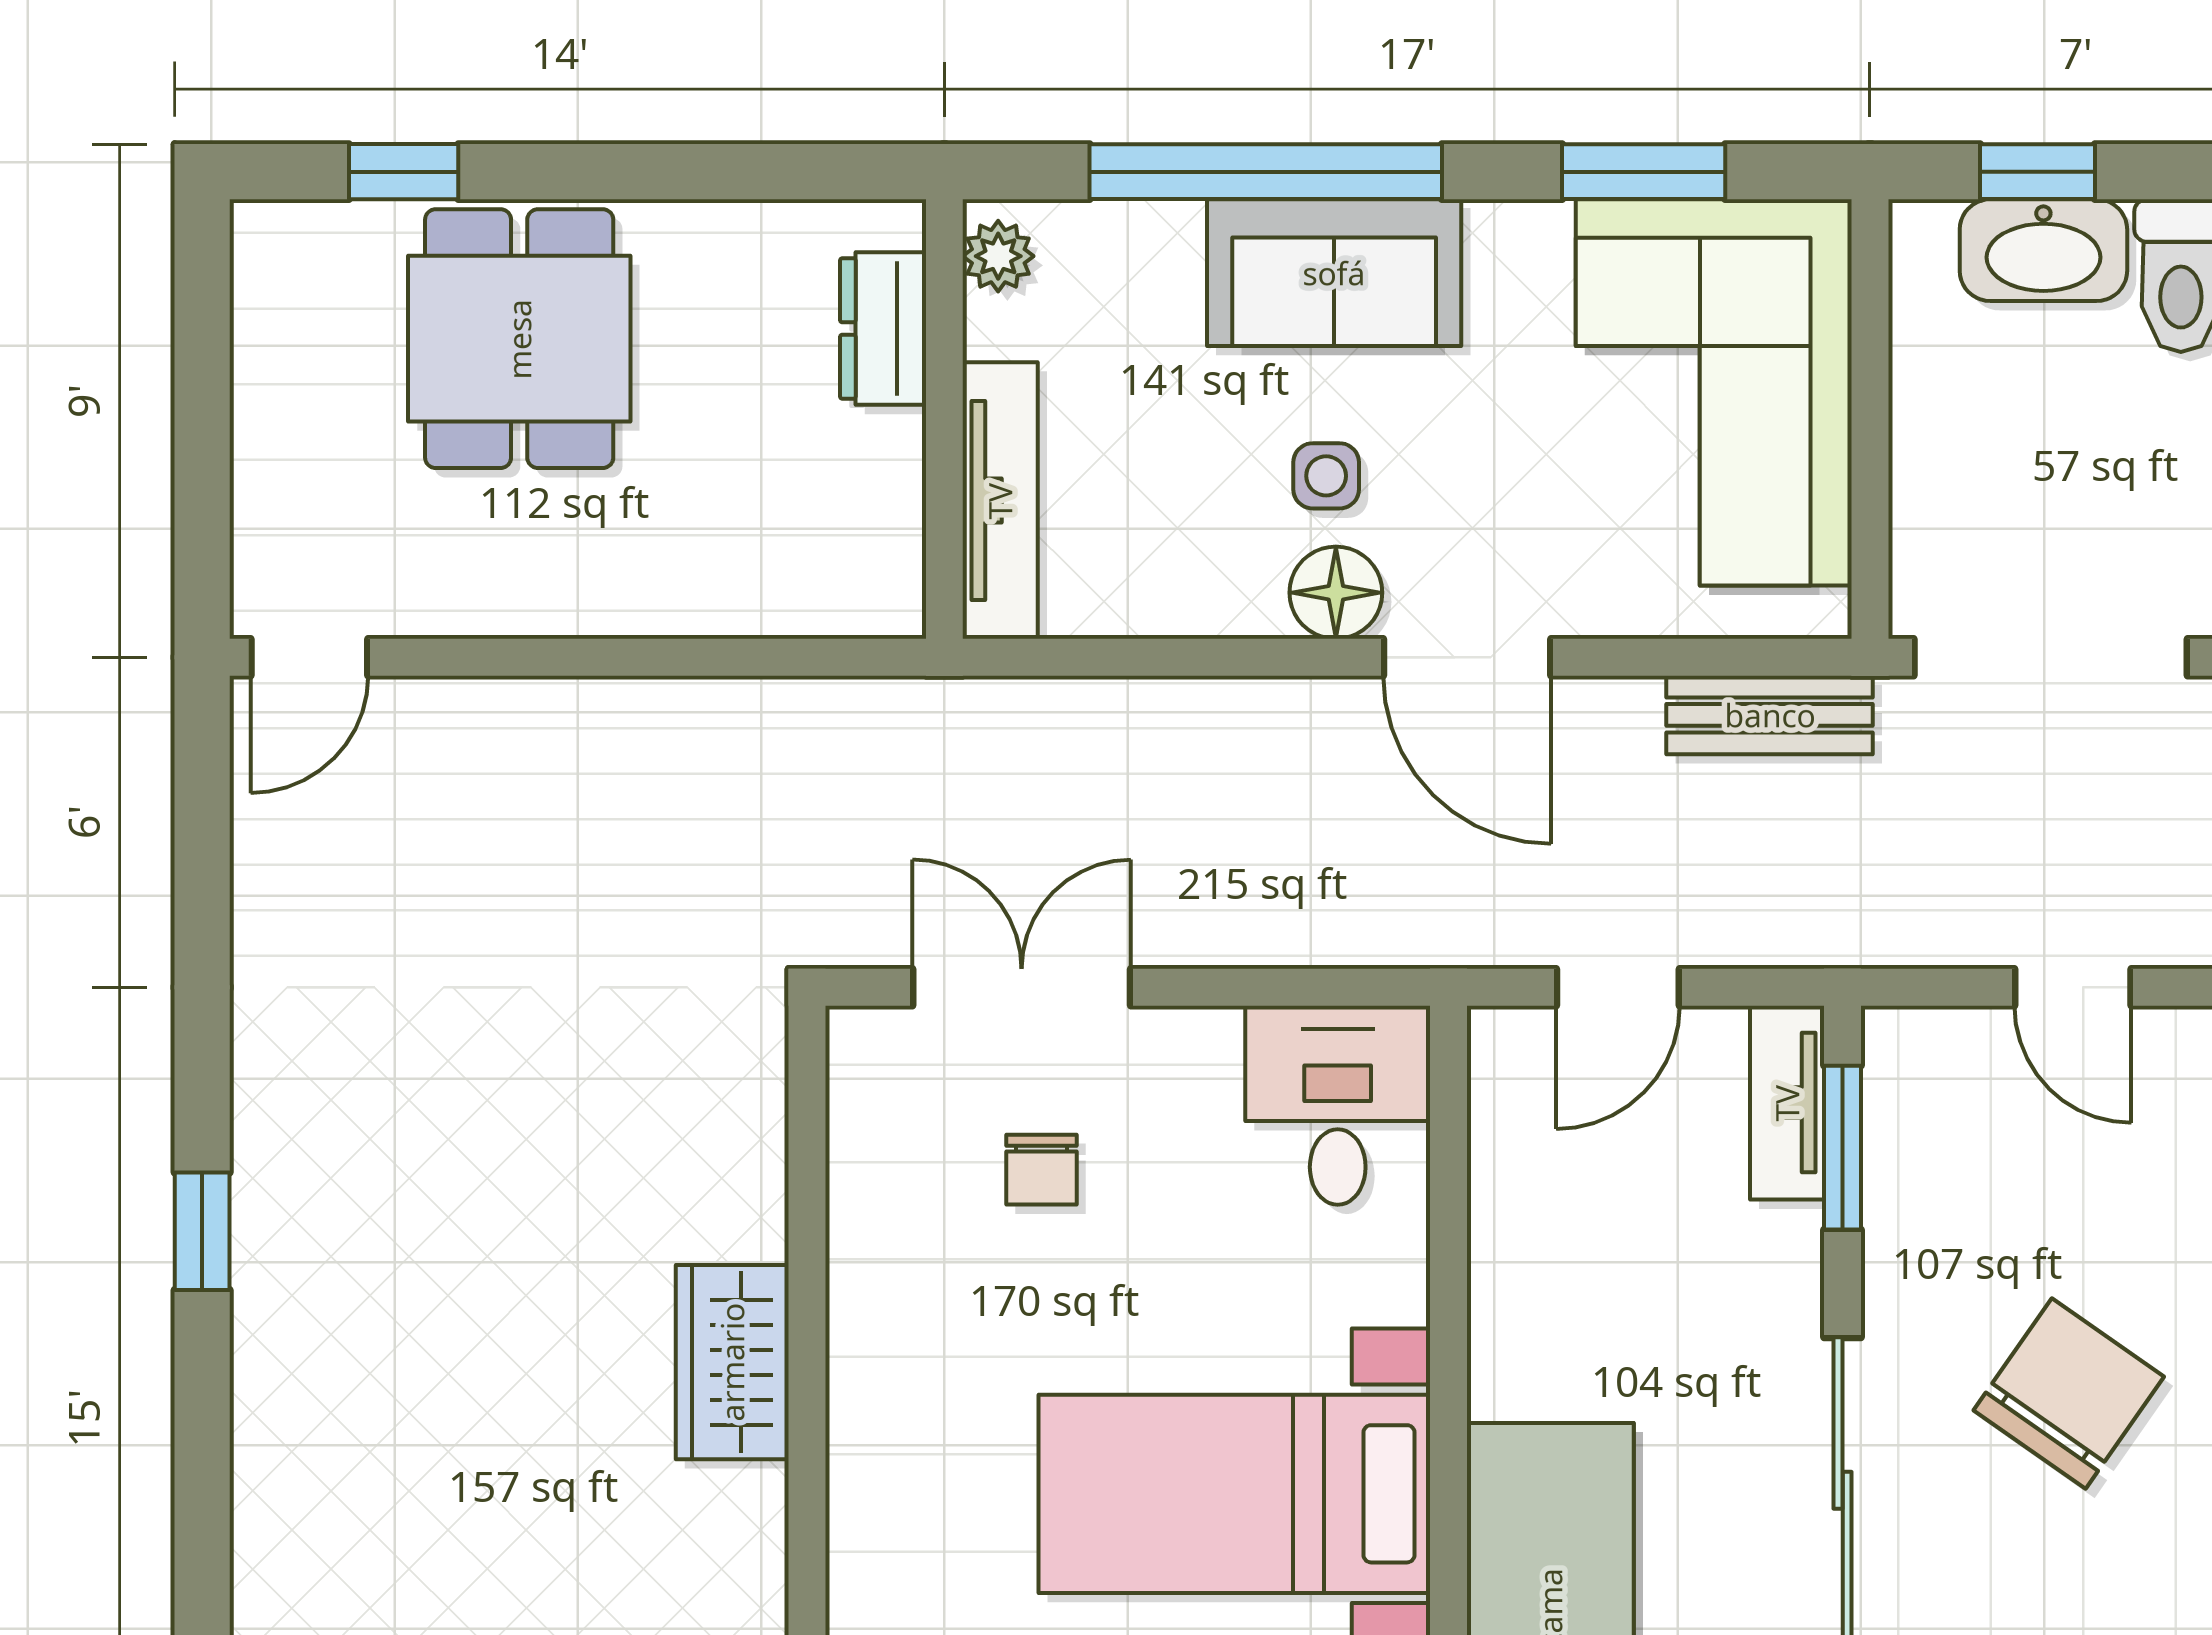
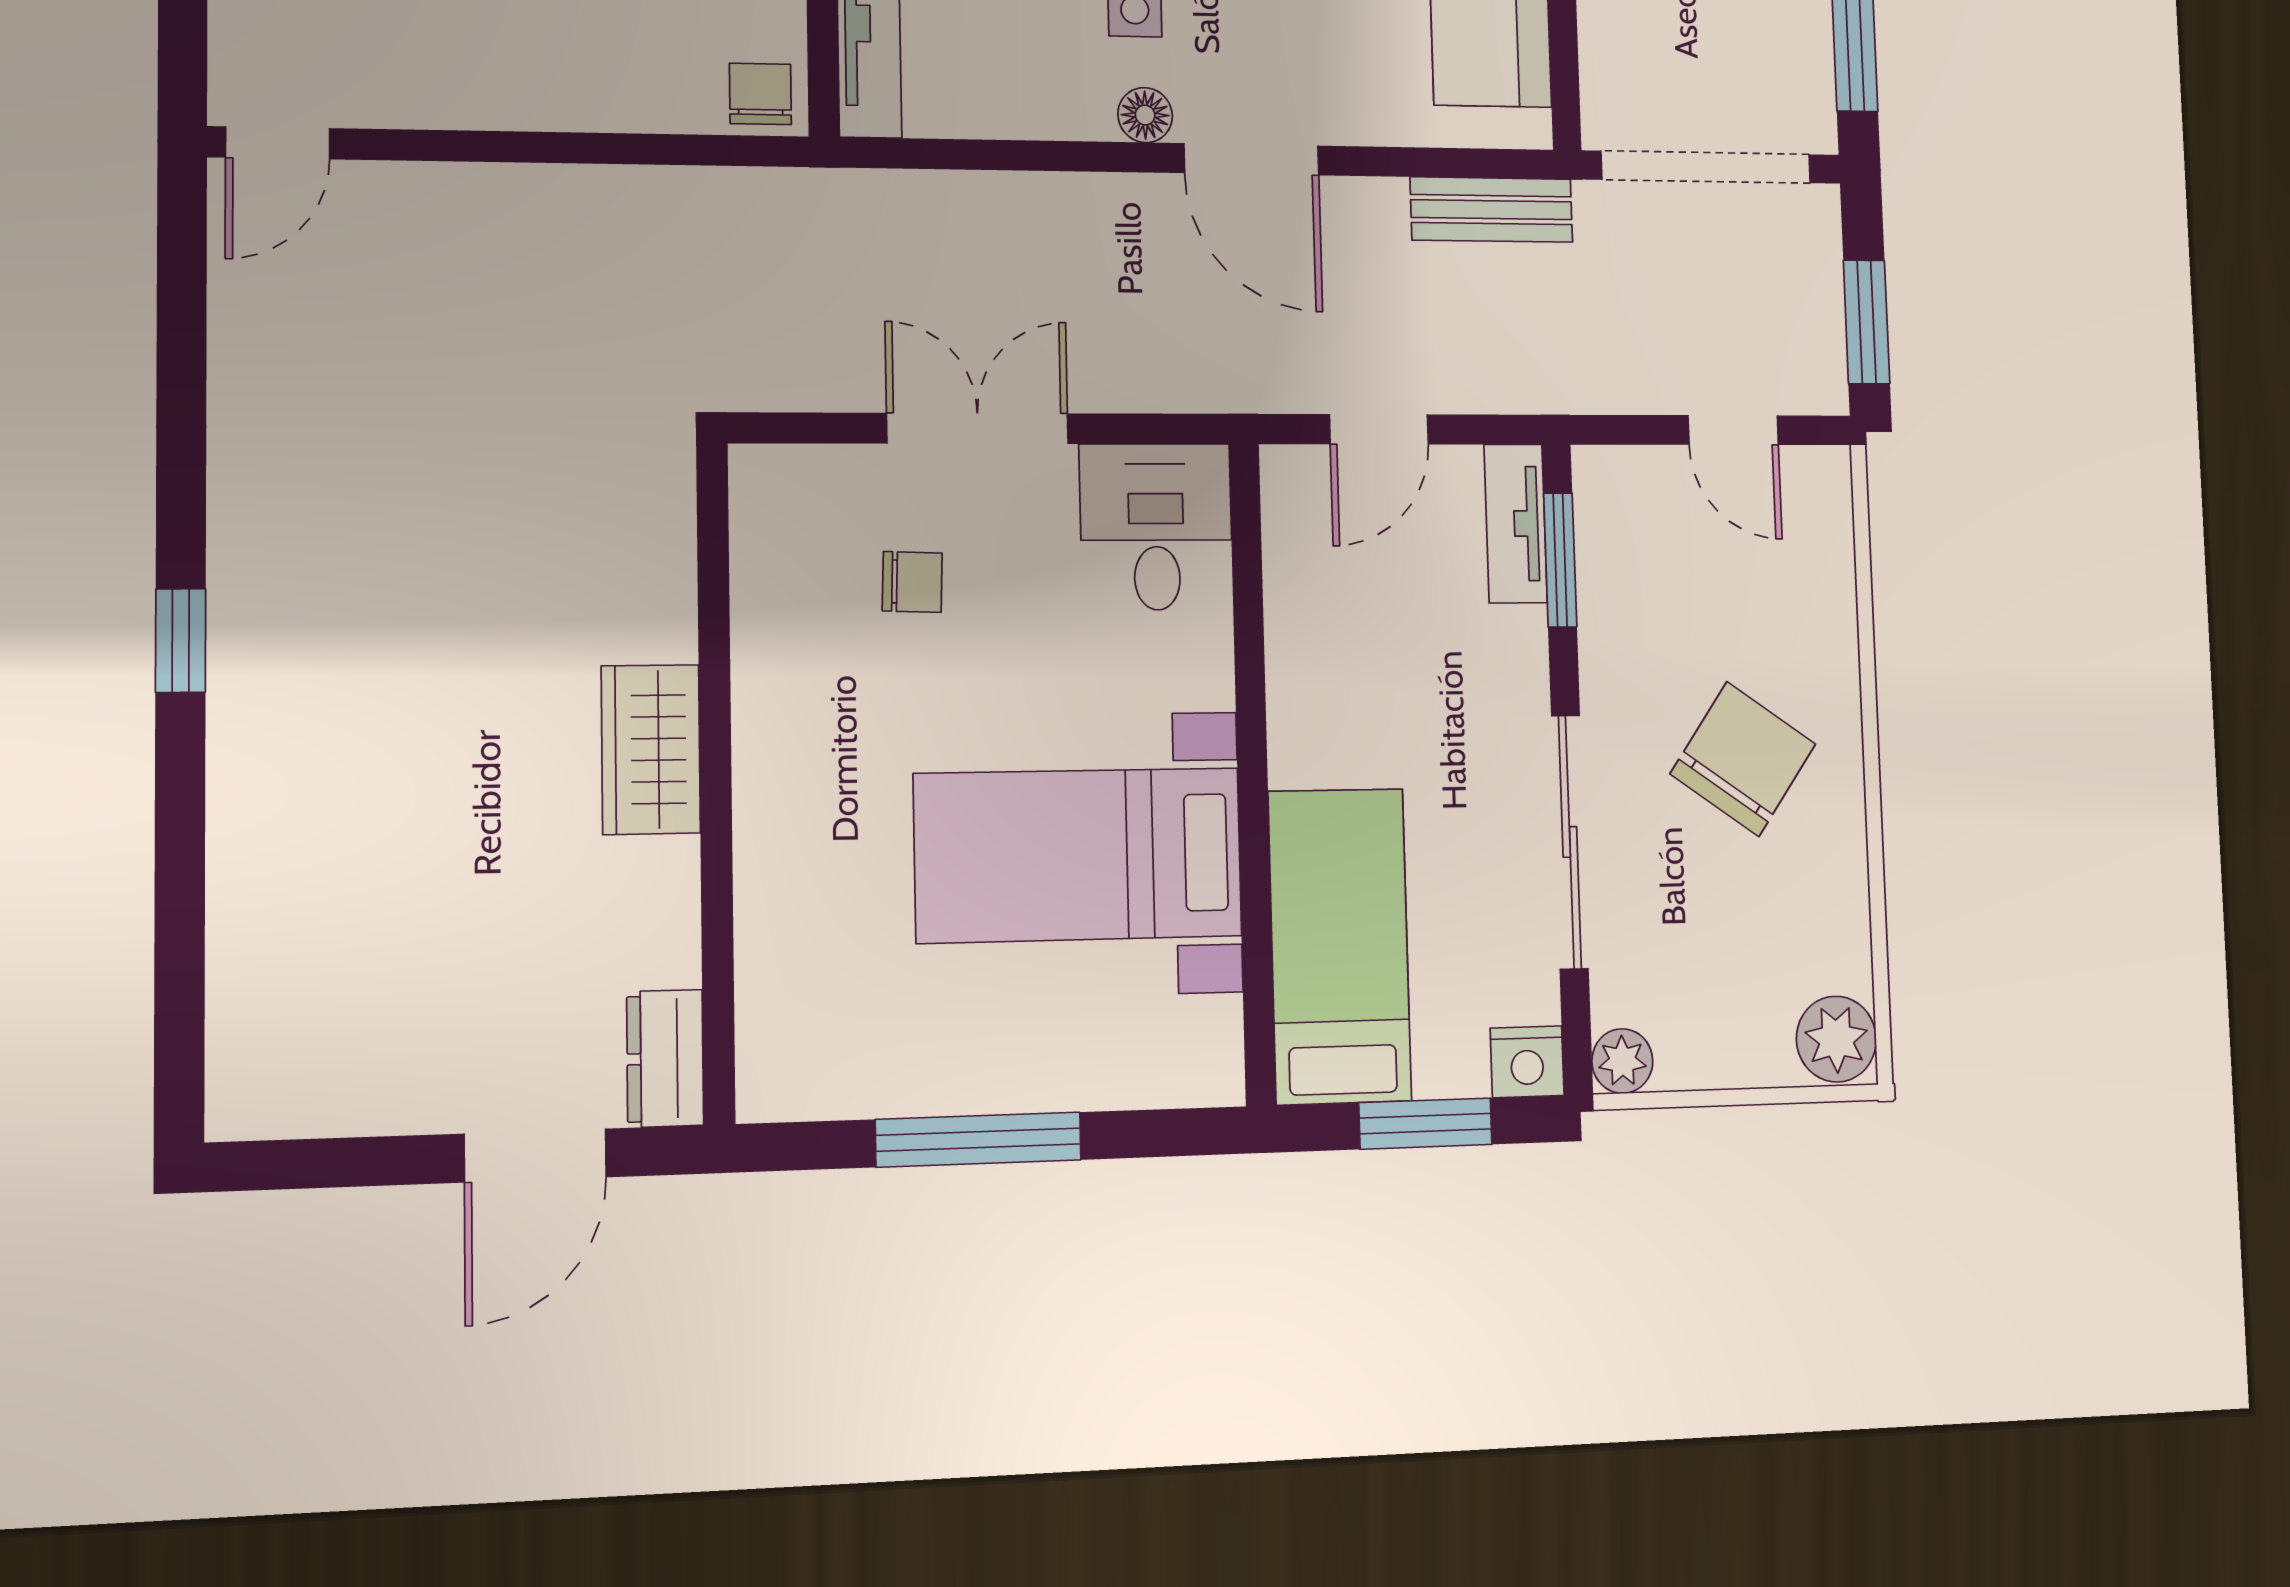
chair: (869, 589) -> (760, 94), added
floor lamp: (1336, 593) -> (1145, 115), width x0.73, depth x0.73
double door: (1022, 987) -> (978, 428), moved
chair: (1041, 1170) -> (912, 582), turned -88

